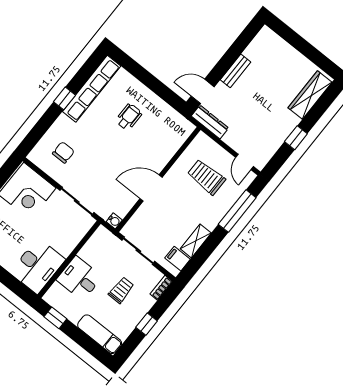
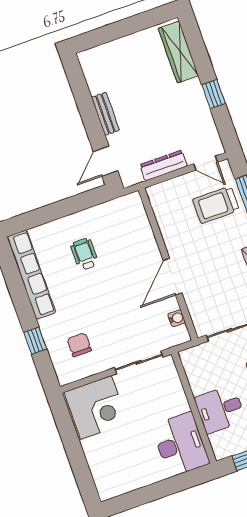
window: (64, 98) -> (35, 341), moved
dresser: (210, 122) -> (164, 165), moved
trolley: (206, 177) -> (216, 205), moved
water cooler: (114, 221) -> (177, 318), moved

